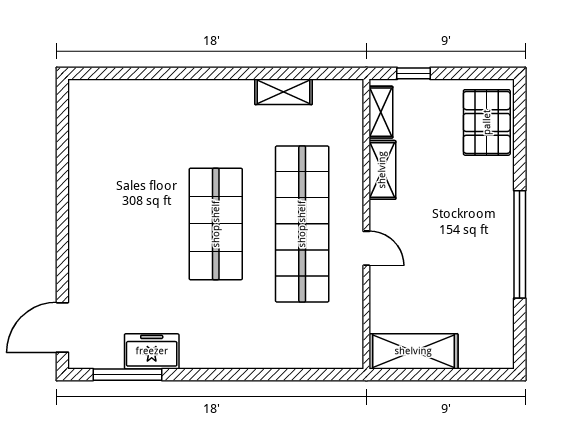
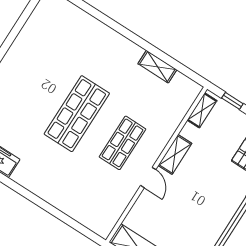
shelving: (382, 170) -> (175, 154), moved
shop shelf: (302, 224) -> (123, 143), width x0.50, depth x0.74

